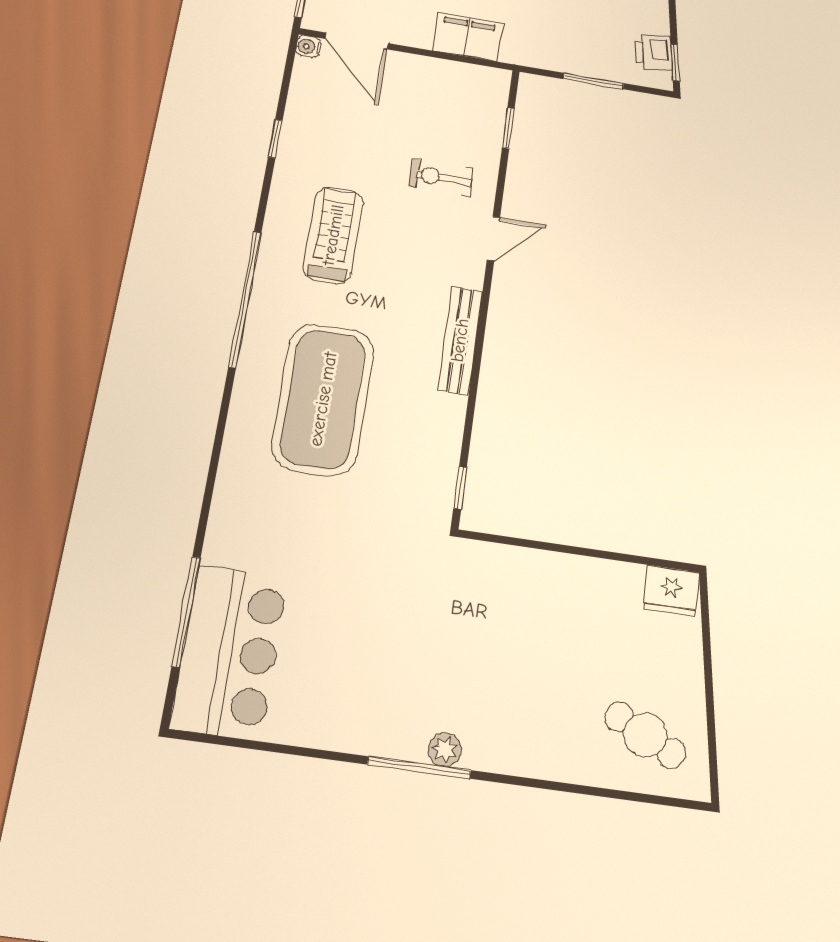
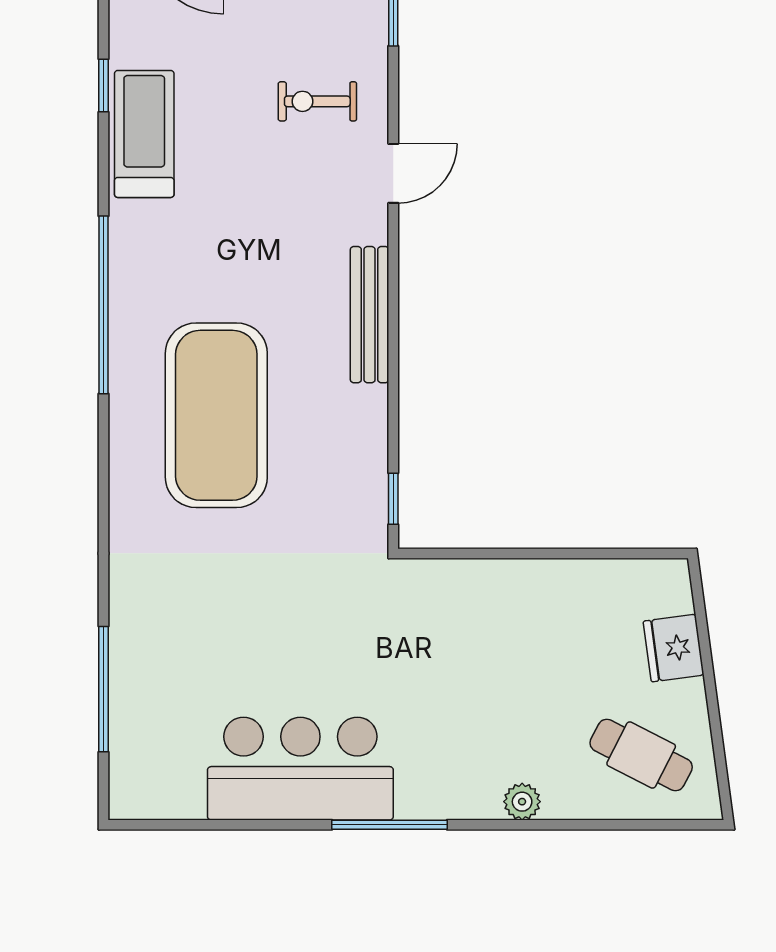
treadmill: (333, 235) -> (144, 134), moved
fridge: (671, 591) -> (674, 648), moved, turned 82
bar counter: (230, 652) -> (300, 769), moved, turned -90
plant: (445, 750) -> (522, 802), moved

